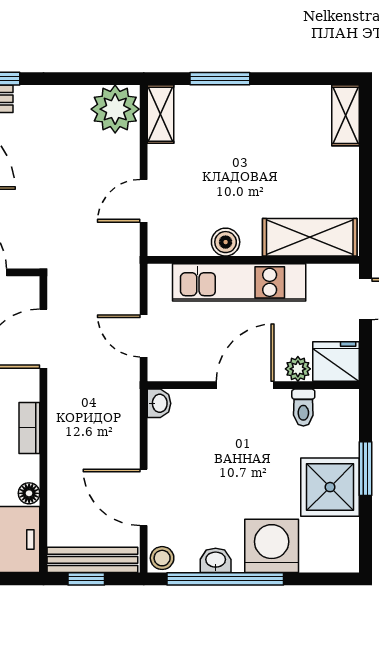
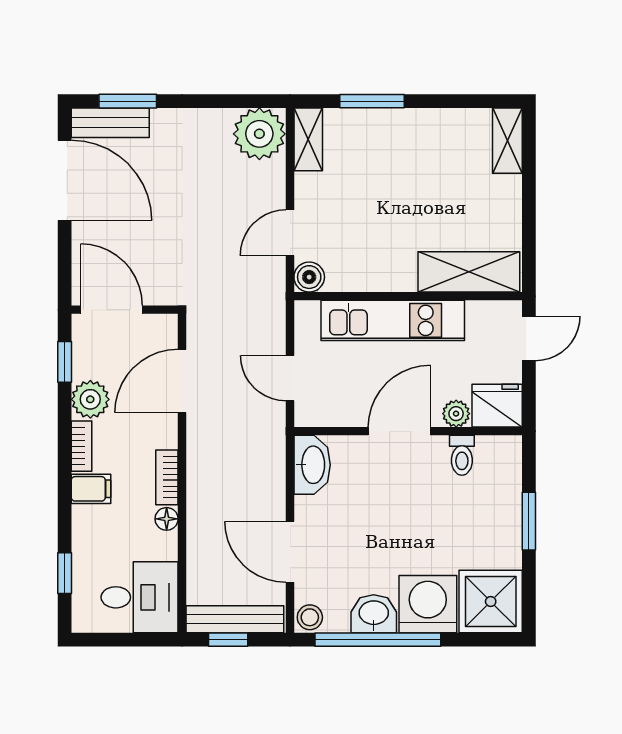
boiler: (226, 242) -> (309, 277), moved
washbasin: (159, 403) -> (312, 465), width x1.91, depth x1.45
shower: (330, 487) -> (491, 601), moved
floor lamp: (29, 493) -> (167, 519), moved
washbasin: (216, 560) -> (374, 614), width x1.38, depth x1.45

